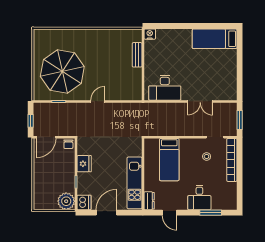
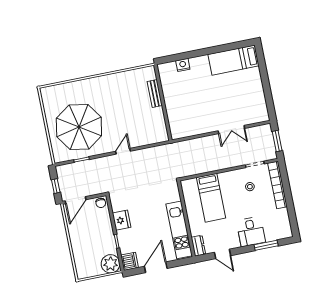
nightstand: (150, 34) -> (183, 65), moved
desk: (165, 88) -> (191, 123), removed

